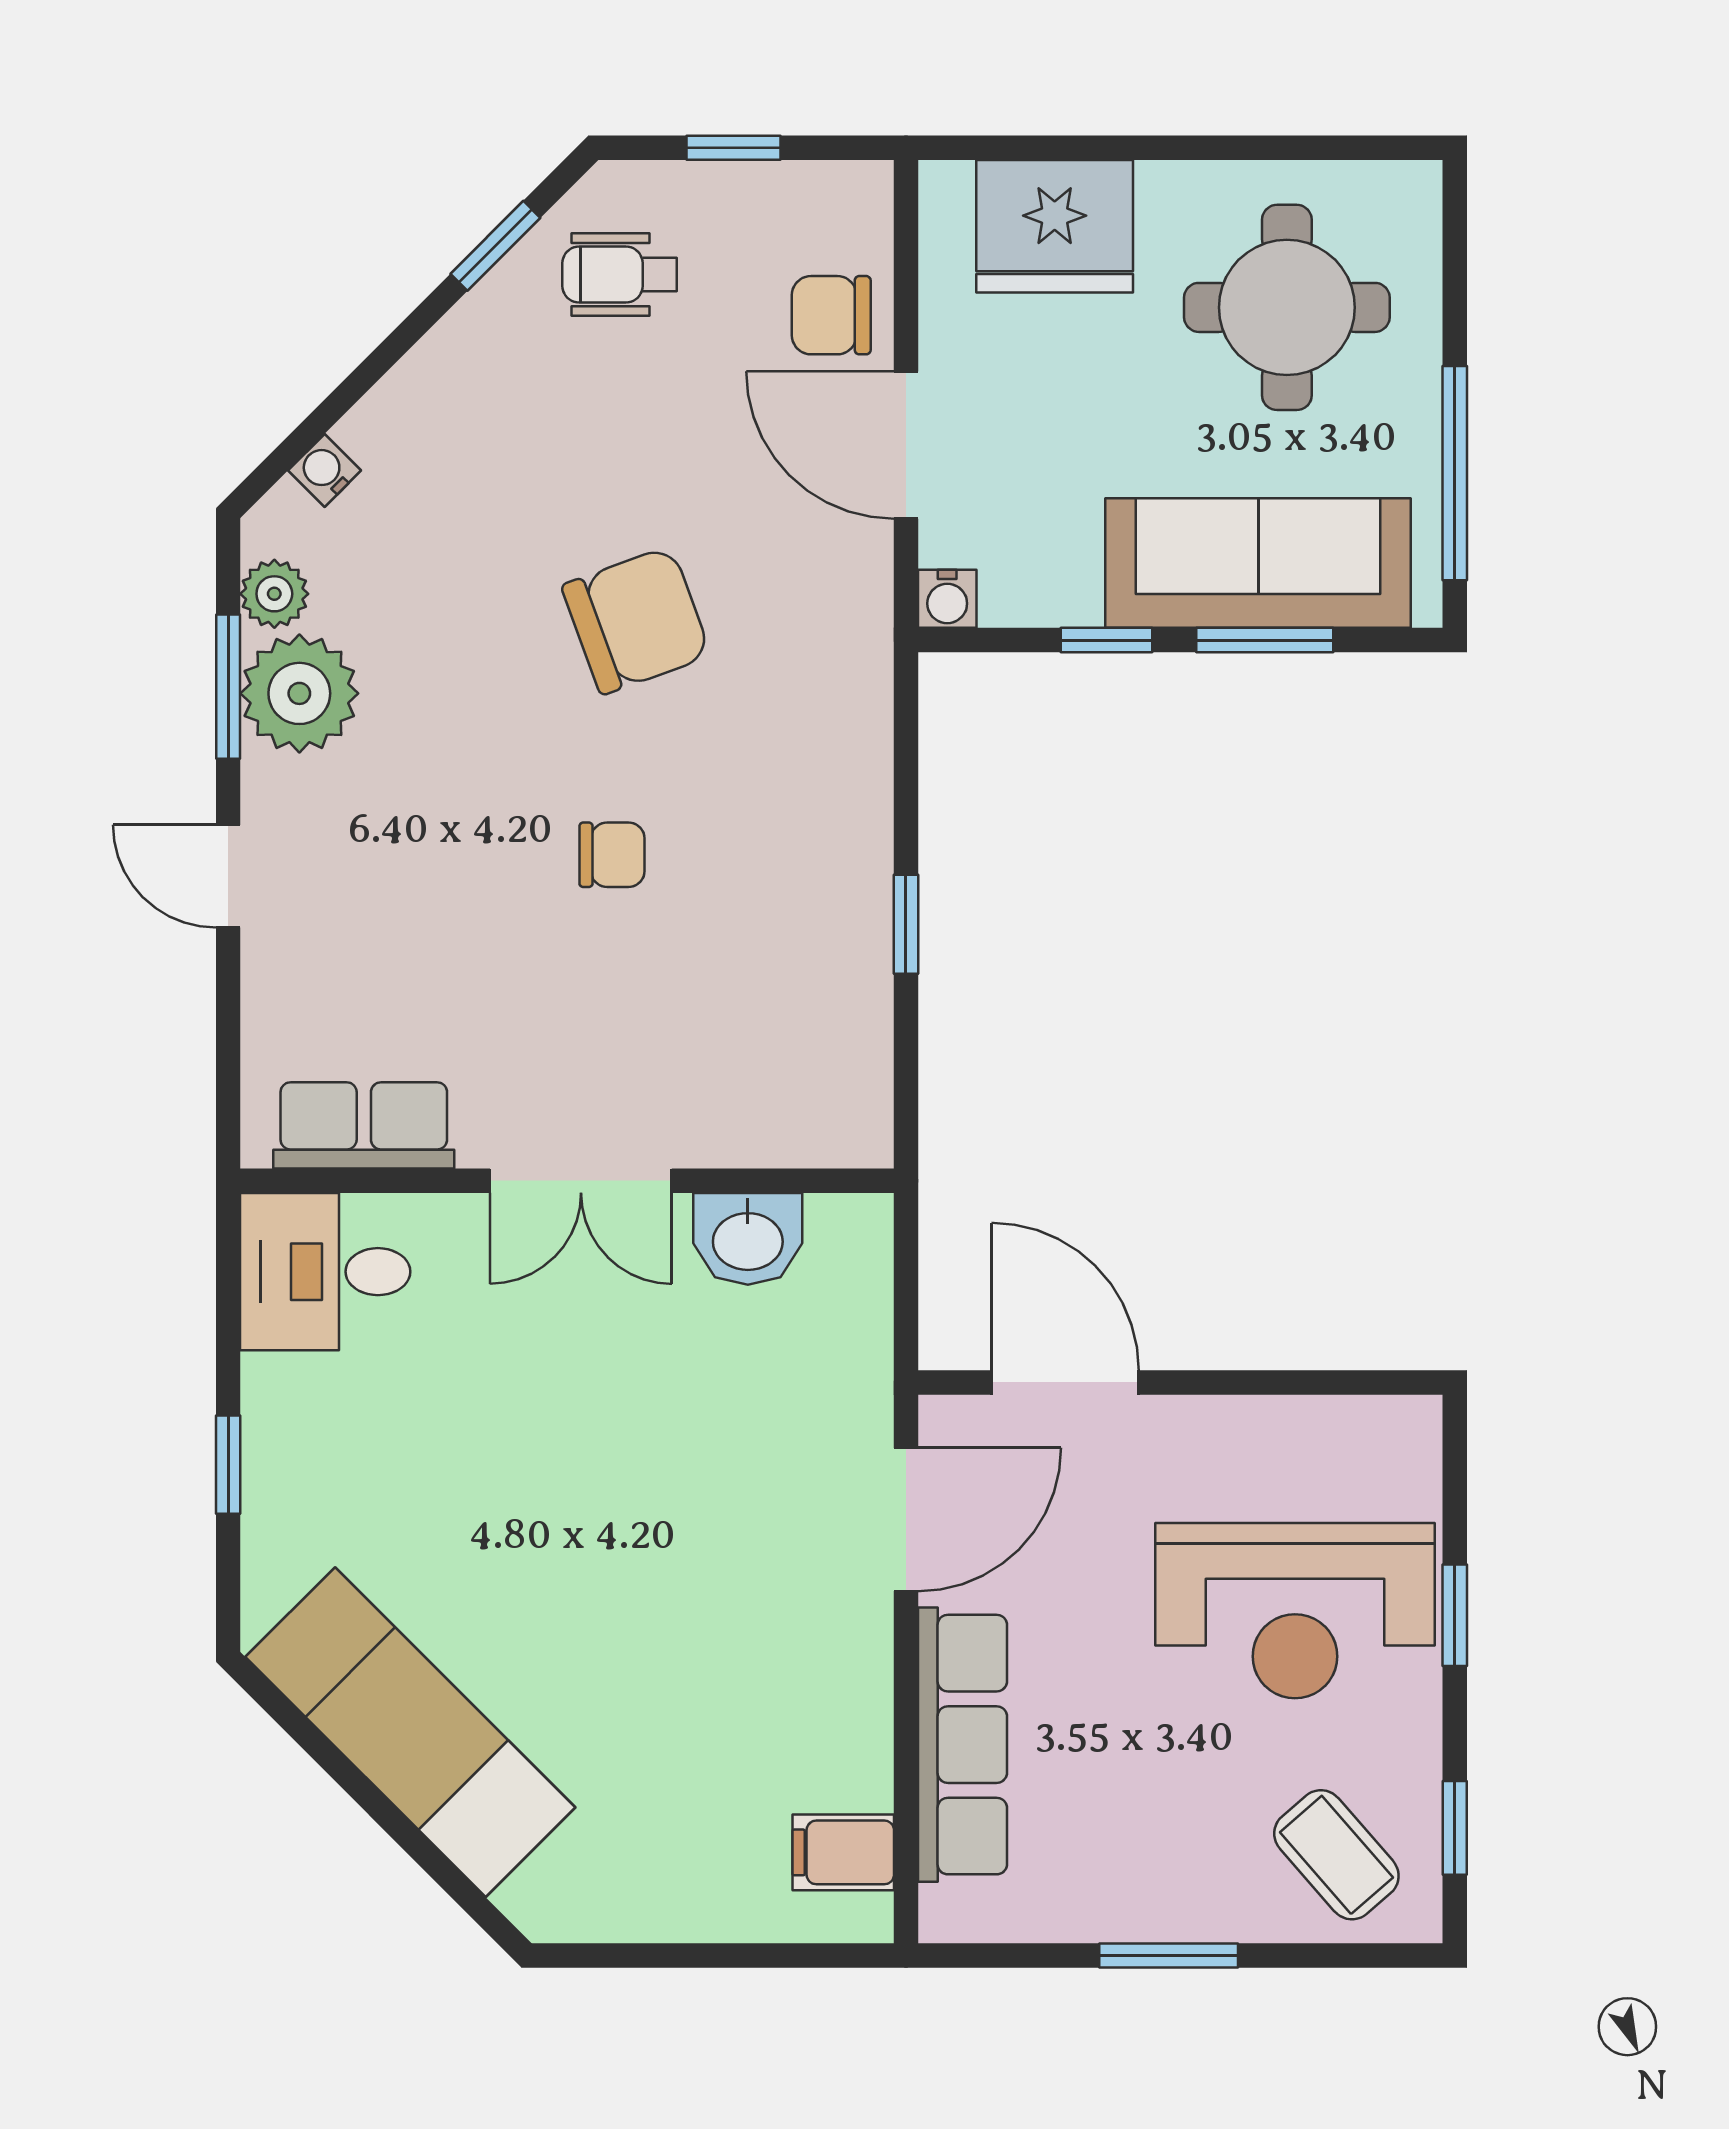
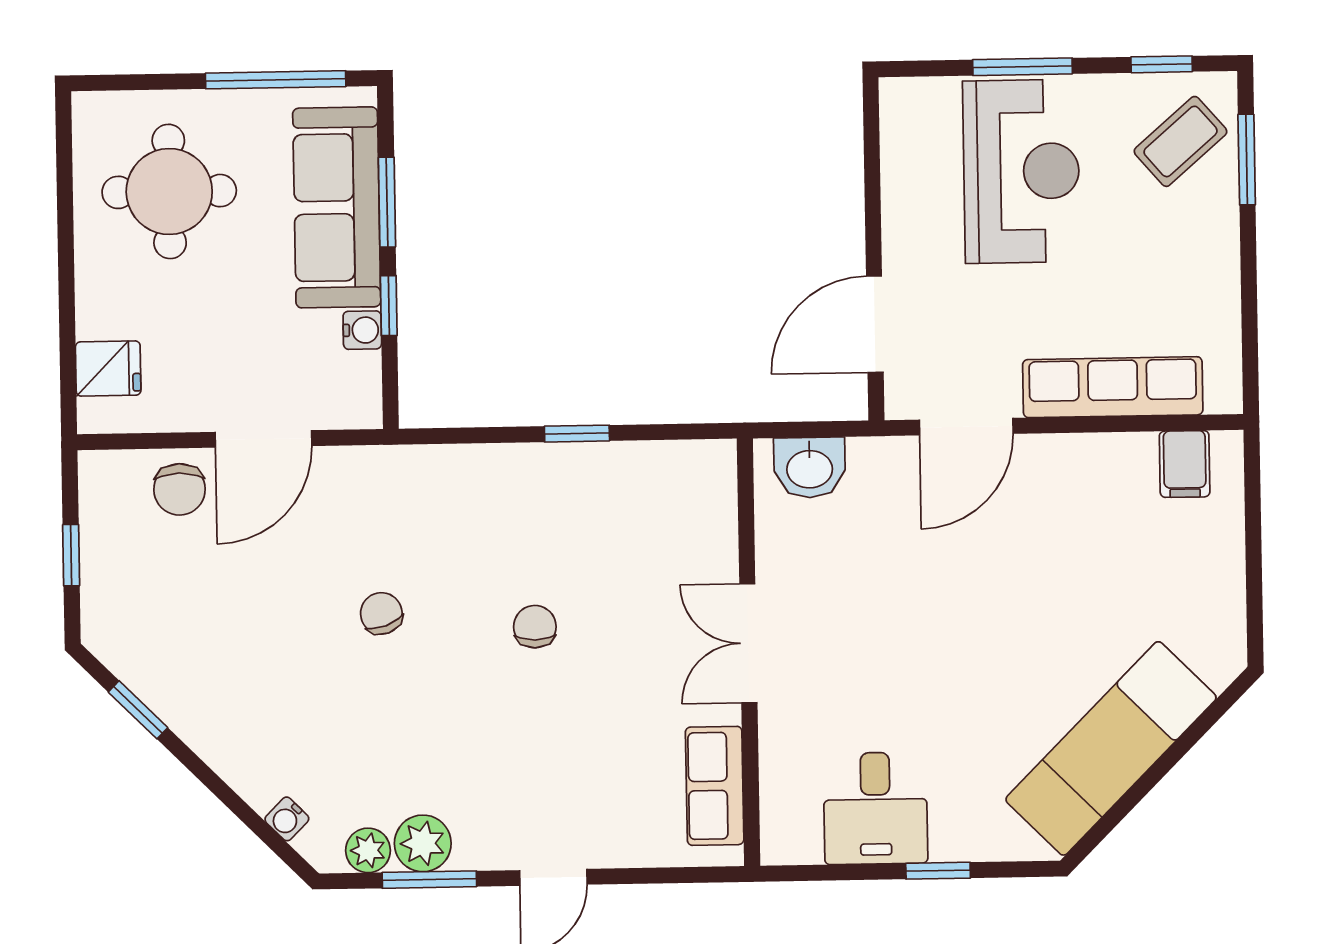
fridge: (1055, 226) -> (108, 369), width x0.53, depth x0.75
wheelchair: (620, 275) -> (155, 628), removed
water cooler: (947, 599) -> (362, 330), moved
chair: (636, 620) -> (381, 613), width x0.54, depth x0.54
plant: (299, 693) -> (423, 843), width x0.73, depth x0.73
double door: (581, 1181) -> (748, 643), swing flipped
washbasin: (748, 1239) -> (810, 467), moved, turned 90
desk: (325, 1272) -> (876, 808), moved
door: (906, 1520) -> (966, 427), swing flipped
window: (1455, 1615) -> (1023, 67), width x1.50
window: (1169, 1955) -> (1247, 160), moved

